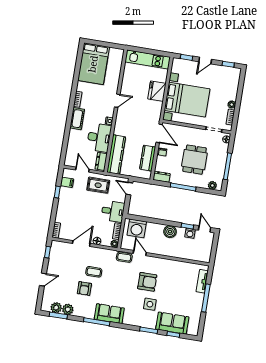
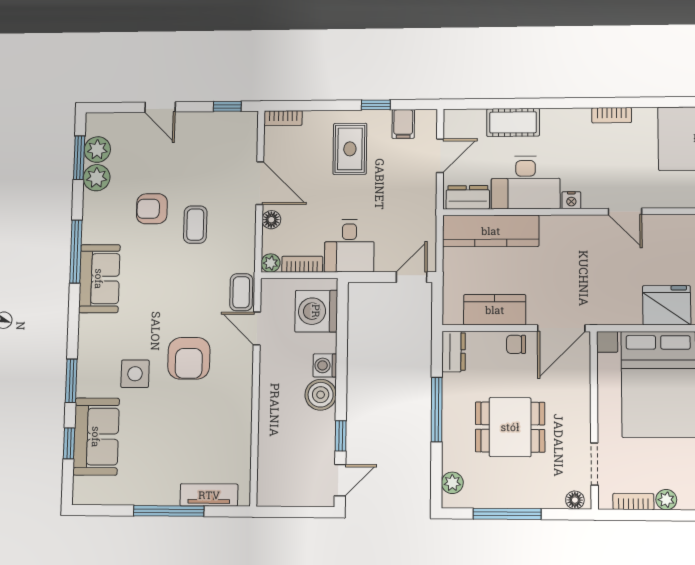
cot: (77, 119) -> (513, 122), moved
rug: (98, 185) -> (350, 149), moved
washing machine: (190, 233) -> (325, 365), moved
door: (140, 253) -> (257, 328), swing flipped

